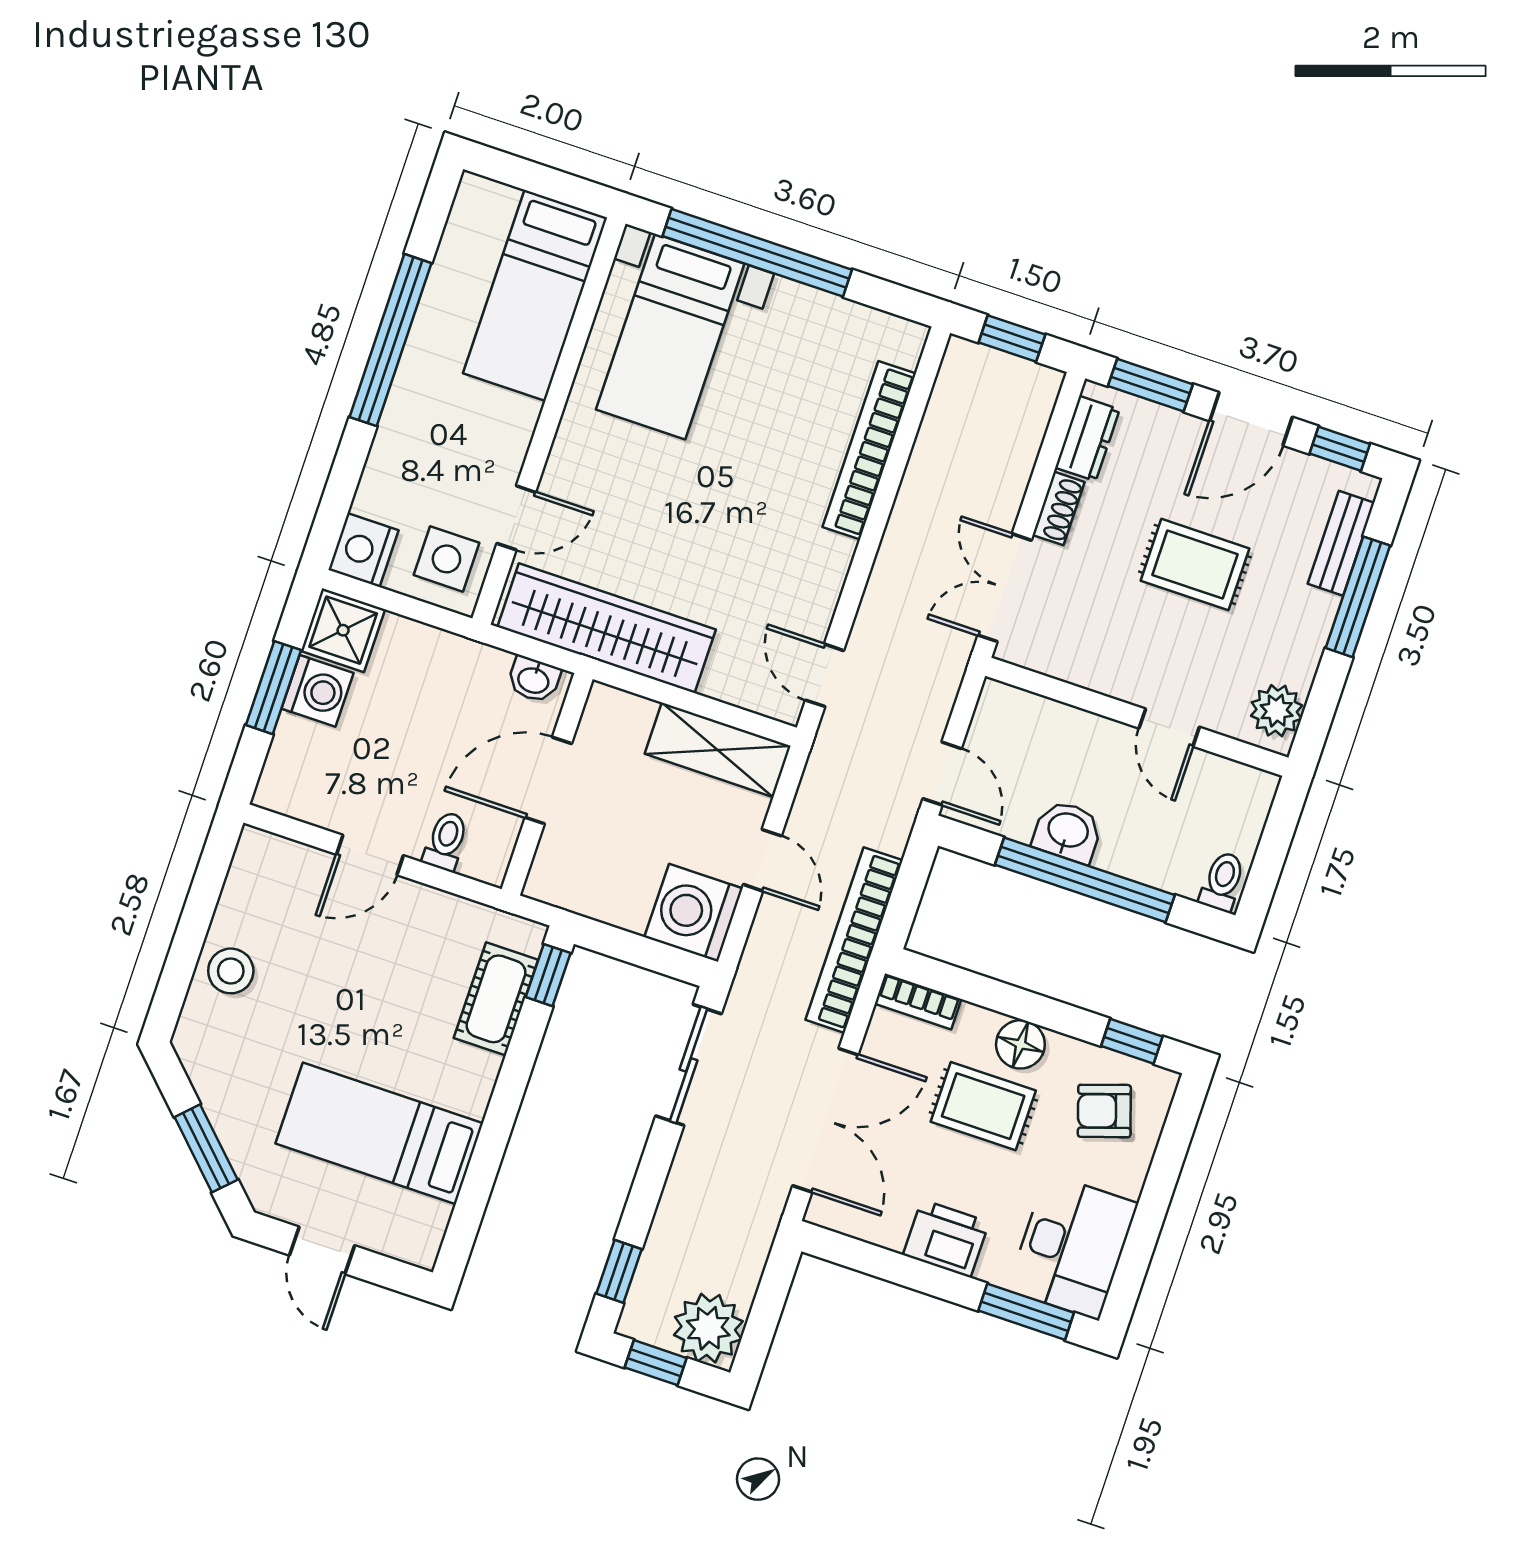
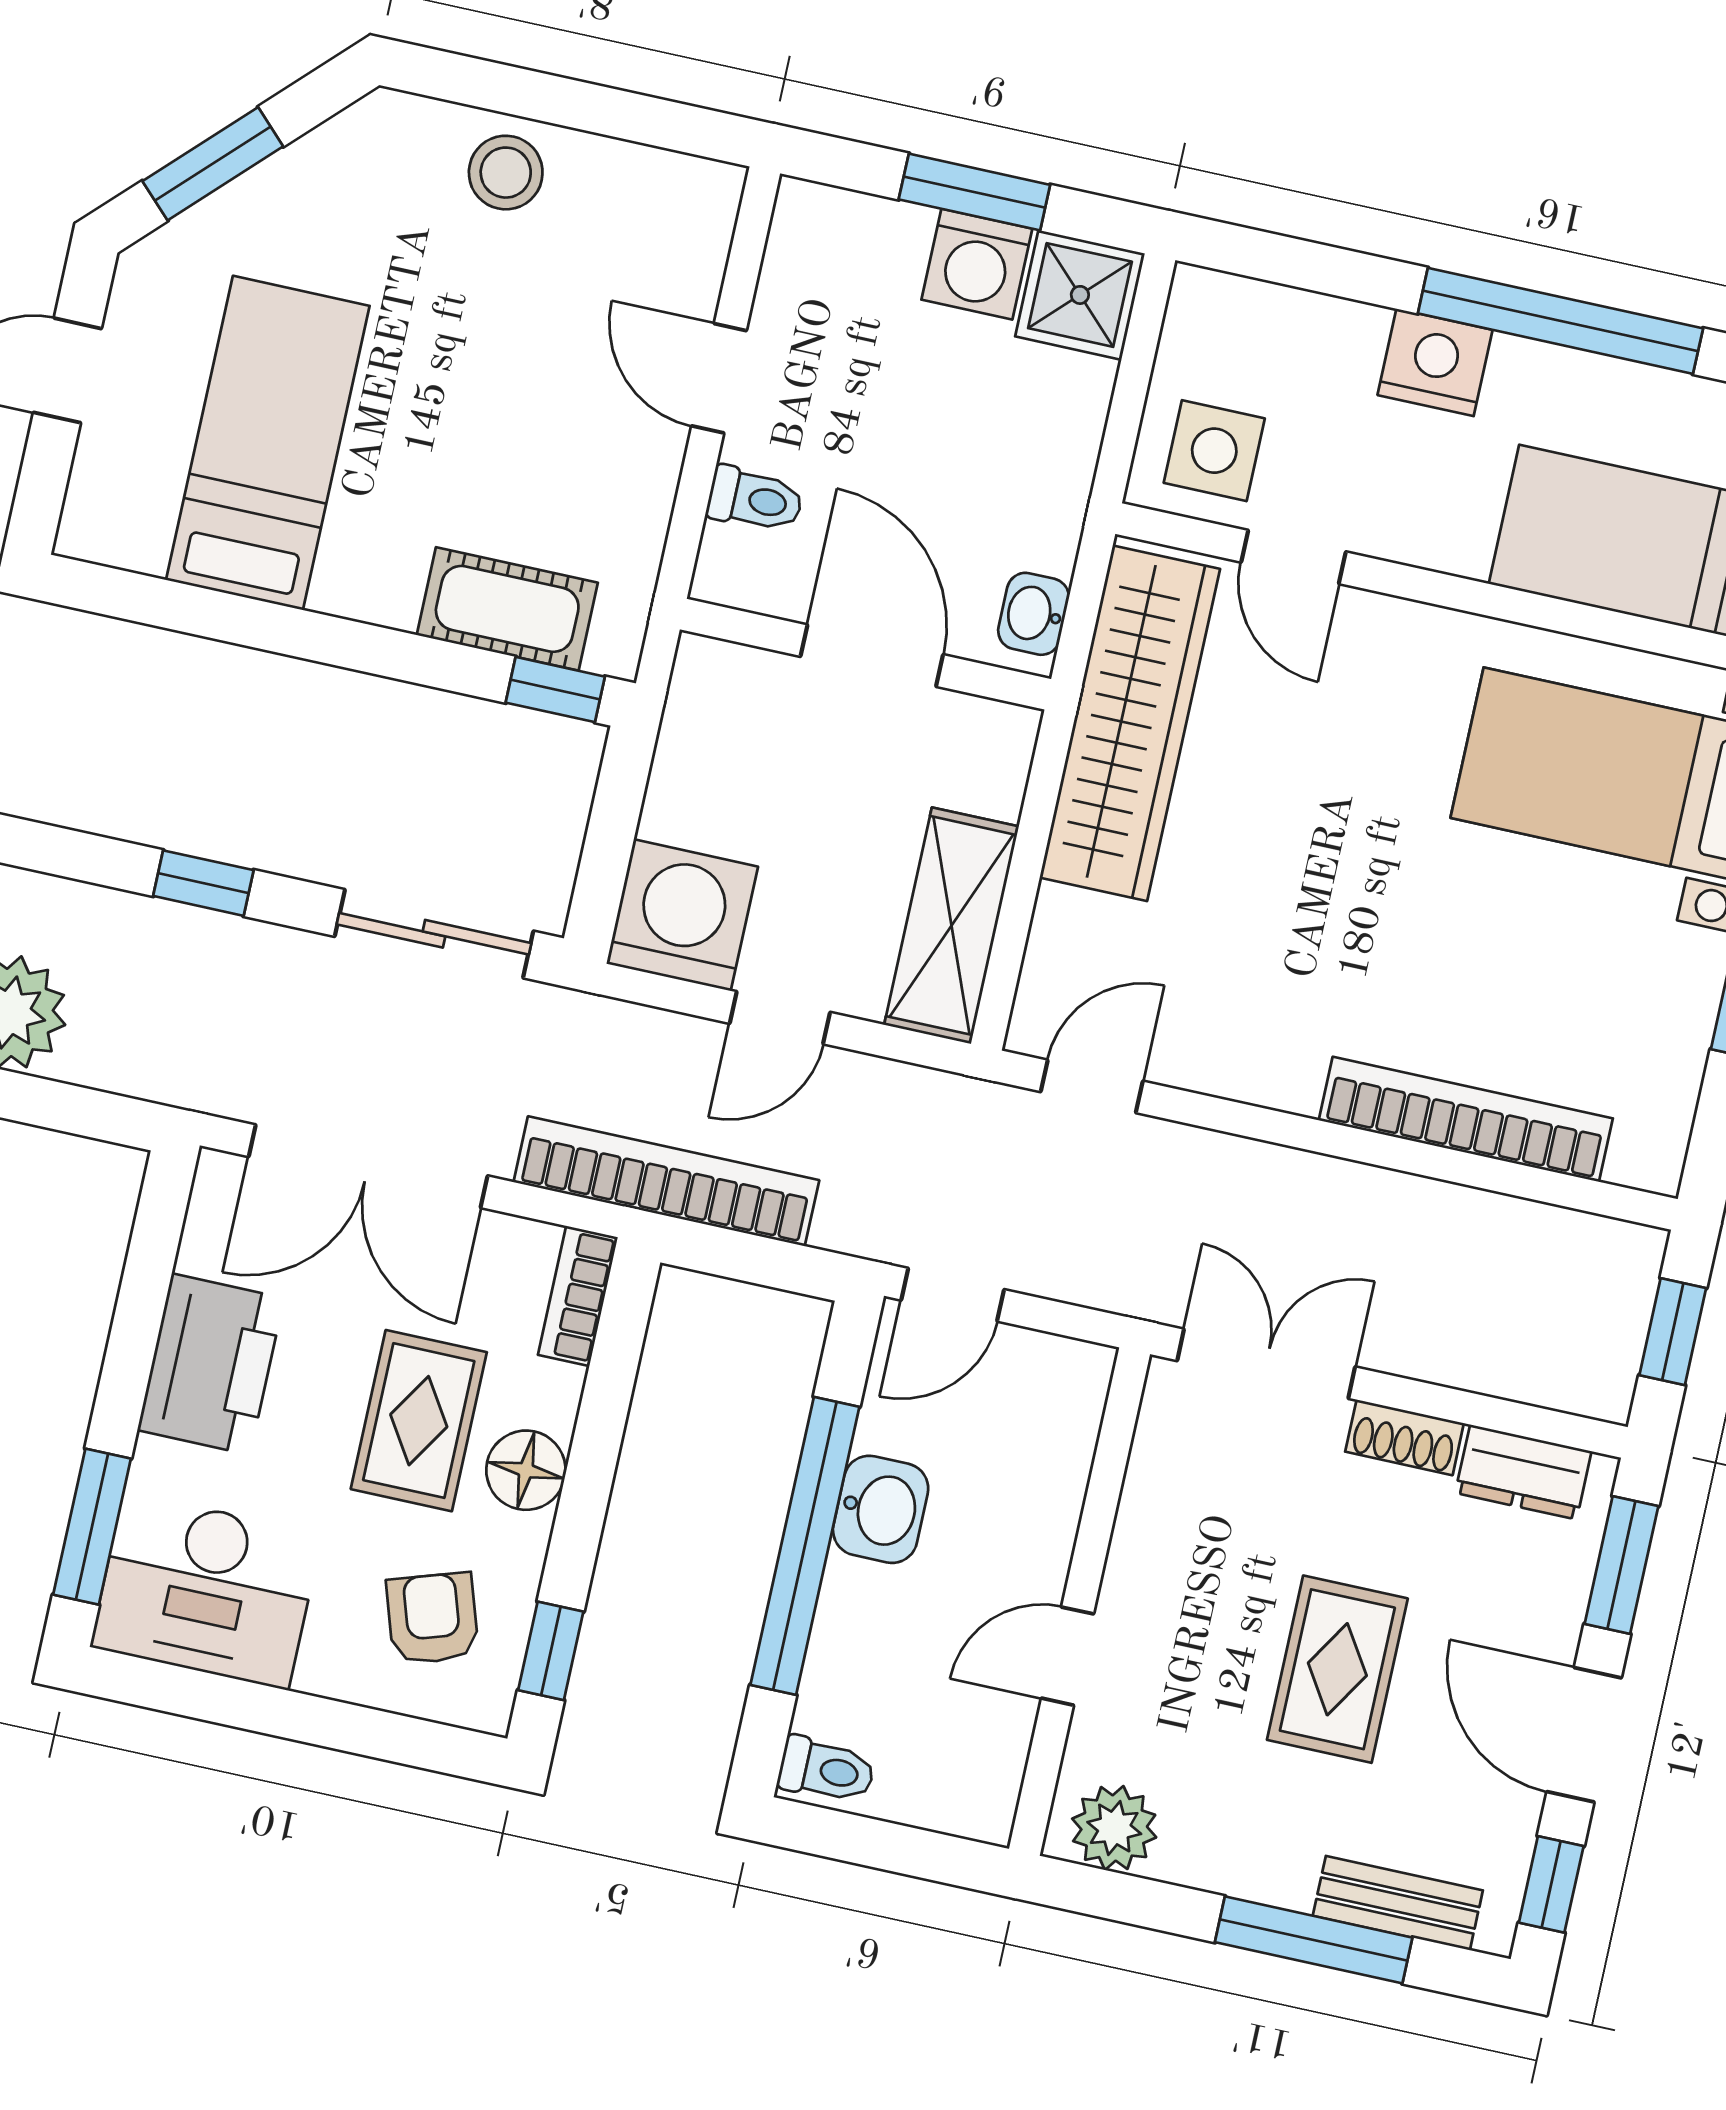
nightstand: (363, 550) -> (1435, 362), moved
printer: (946, 1238) -> (211, 1364), width x1.37, depth x1.19
window: (619, 1271) -> (203, 883), moved

